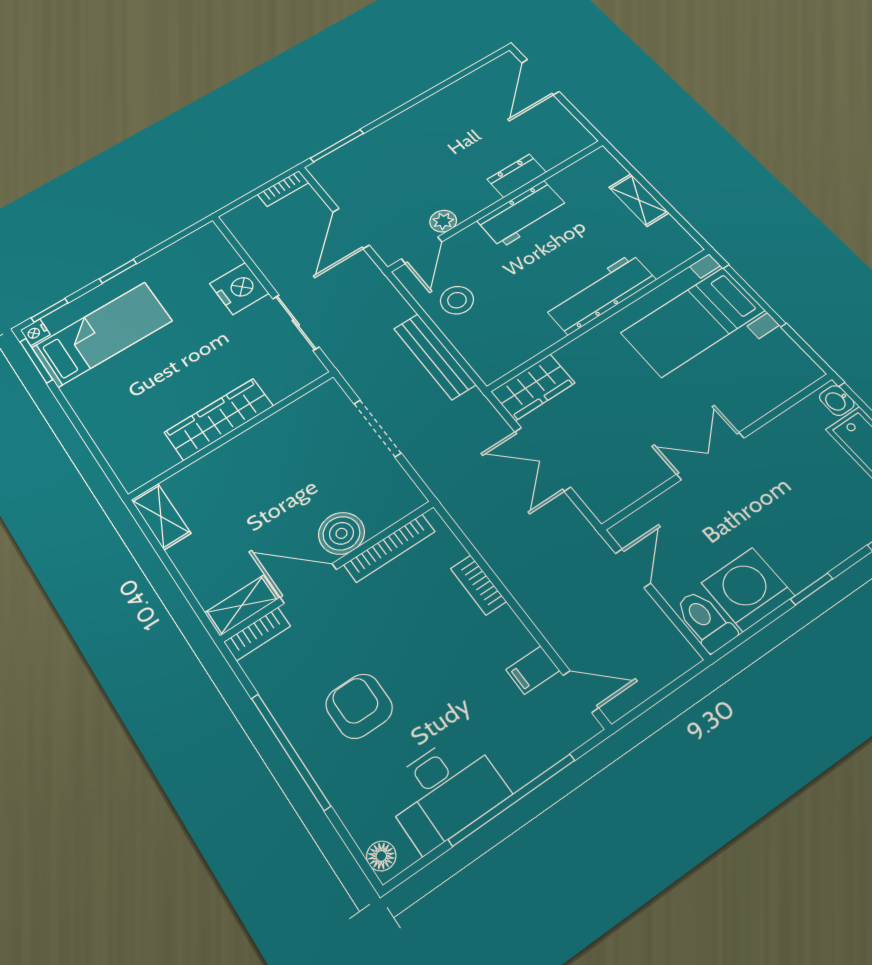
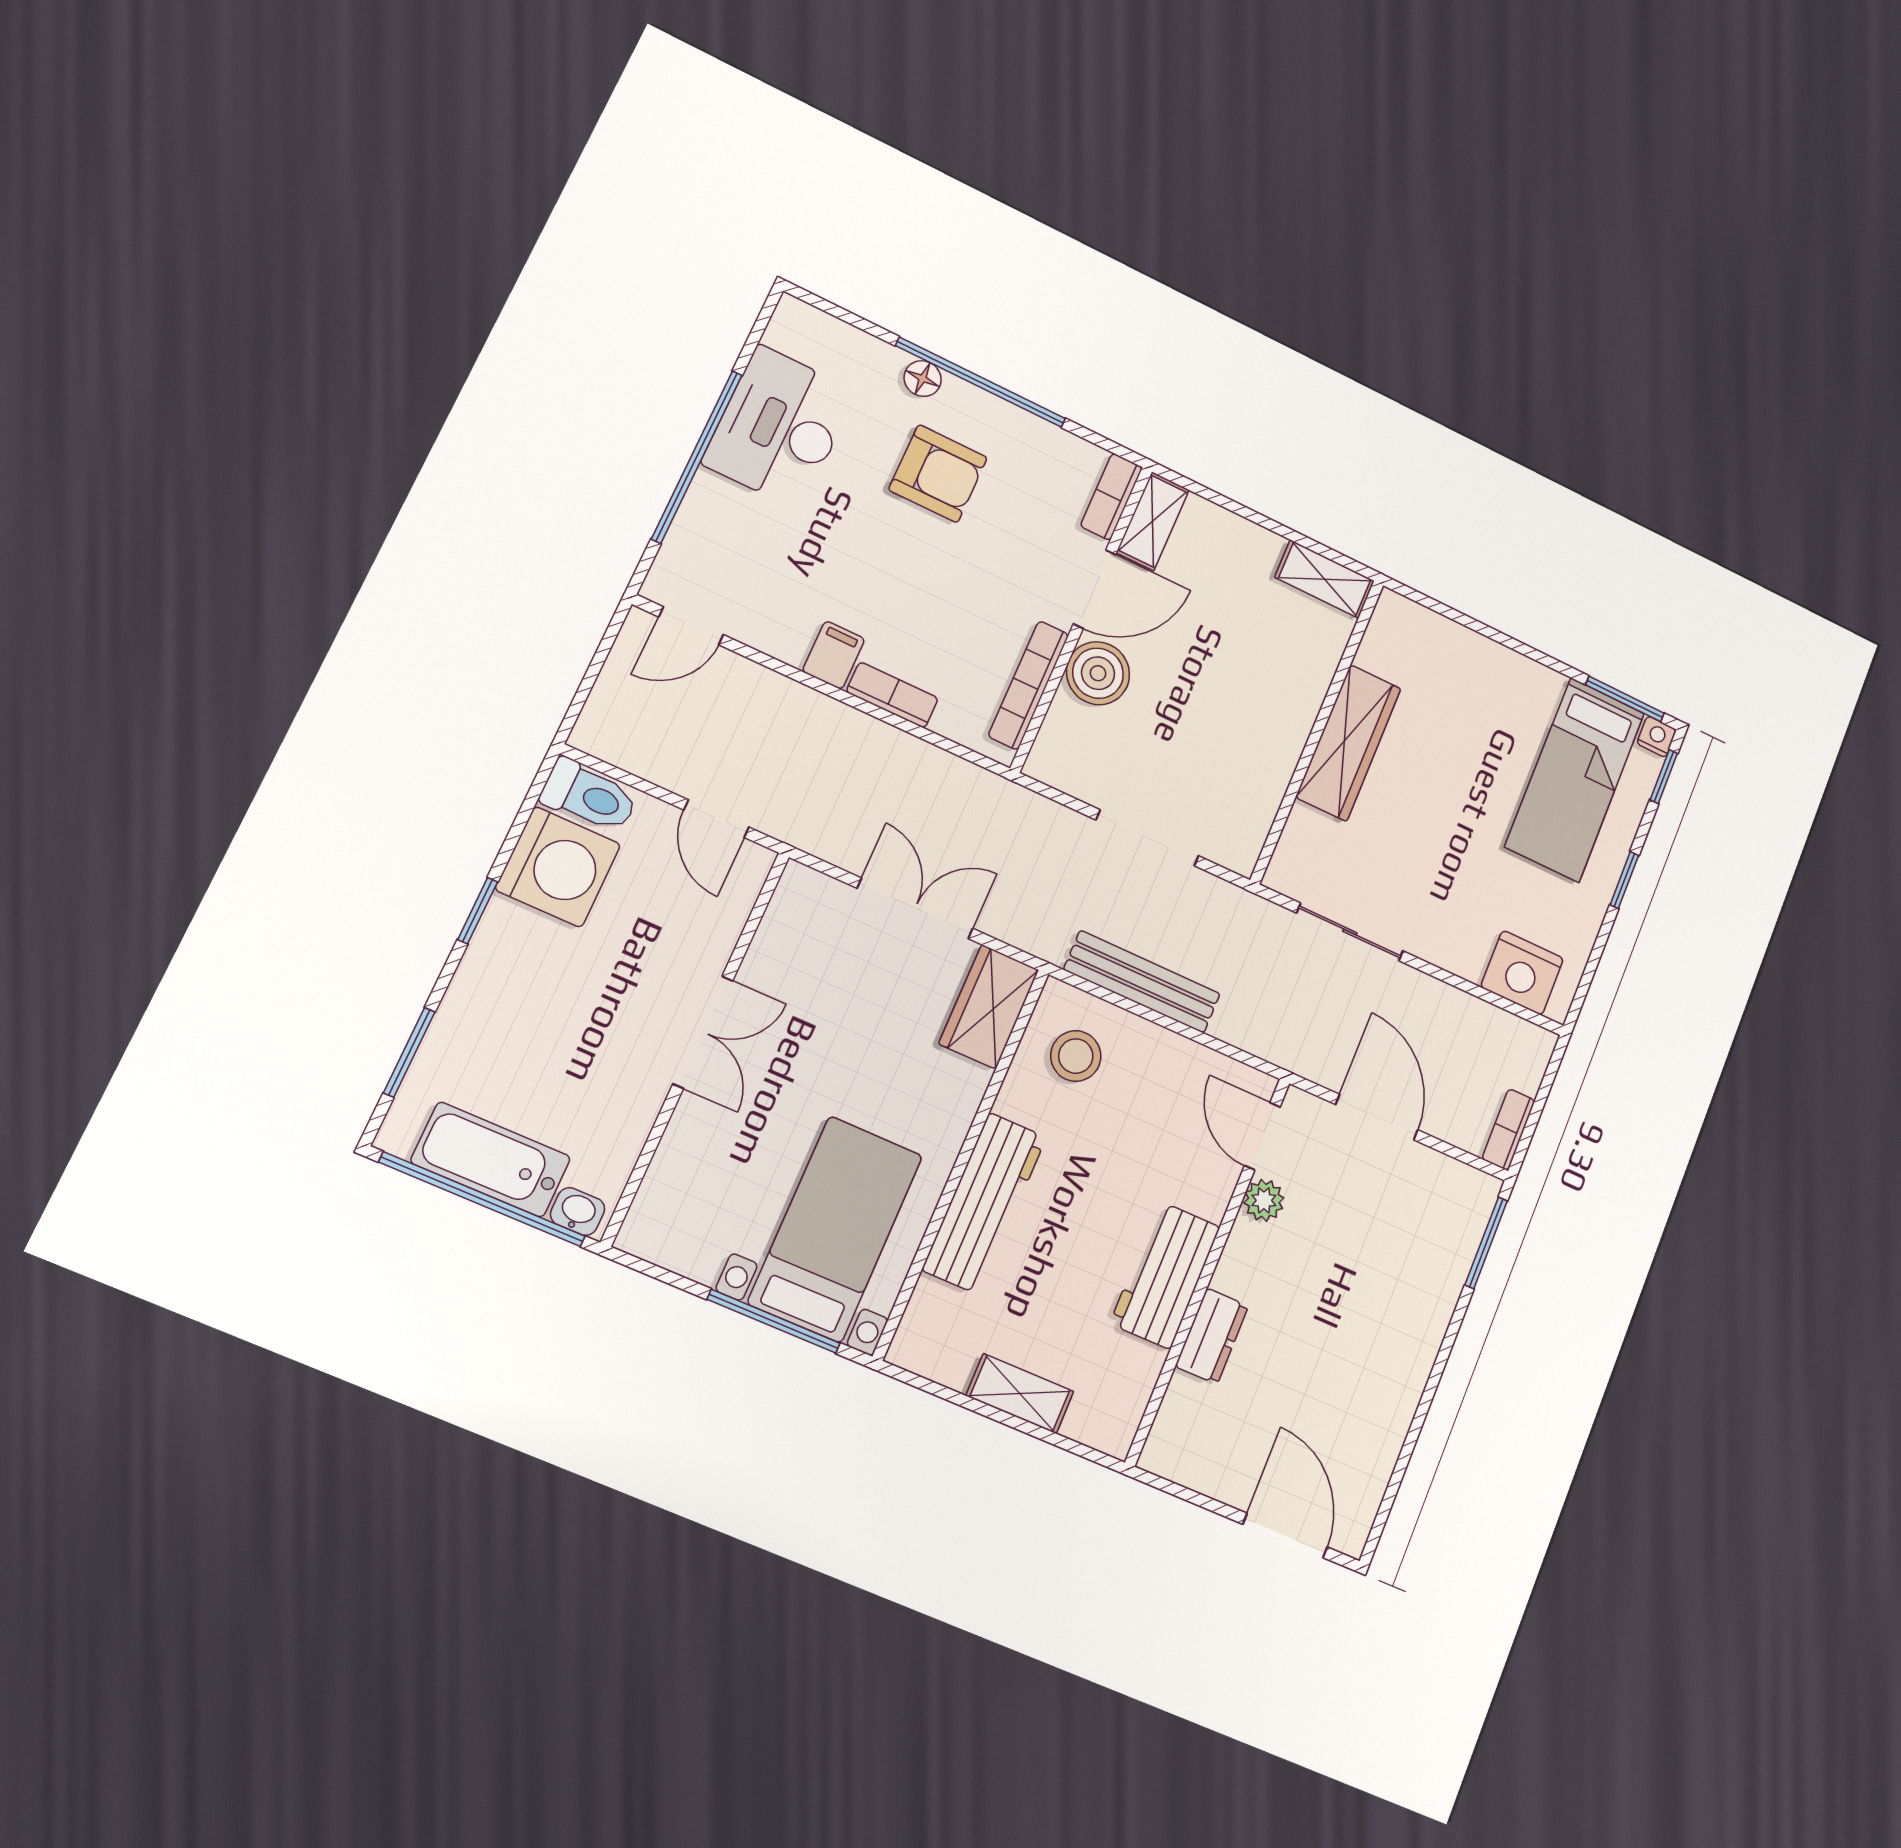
nightstand: (239, 289) -> (1522, 973), moved
stool: (457, 300) -> (1076, 1056), moved
filing cabinet: (533, 670) -> (834, 655), moved
floor lamp: (381, 856) -> (923, 379), moved

